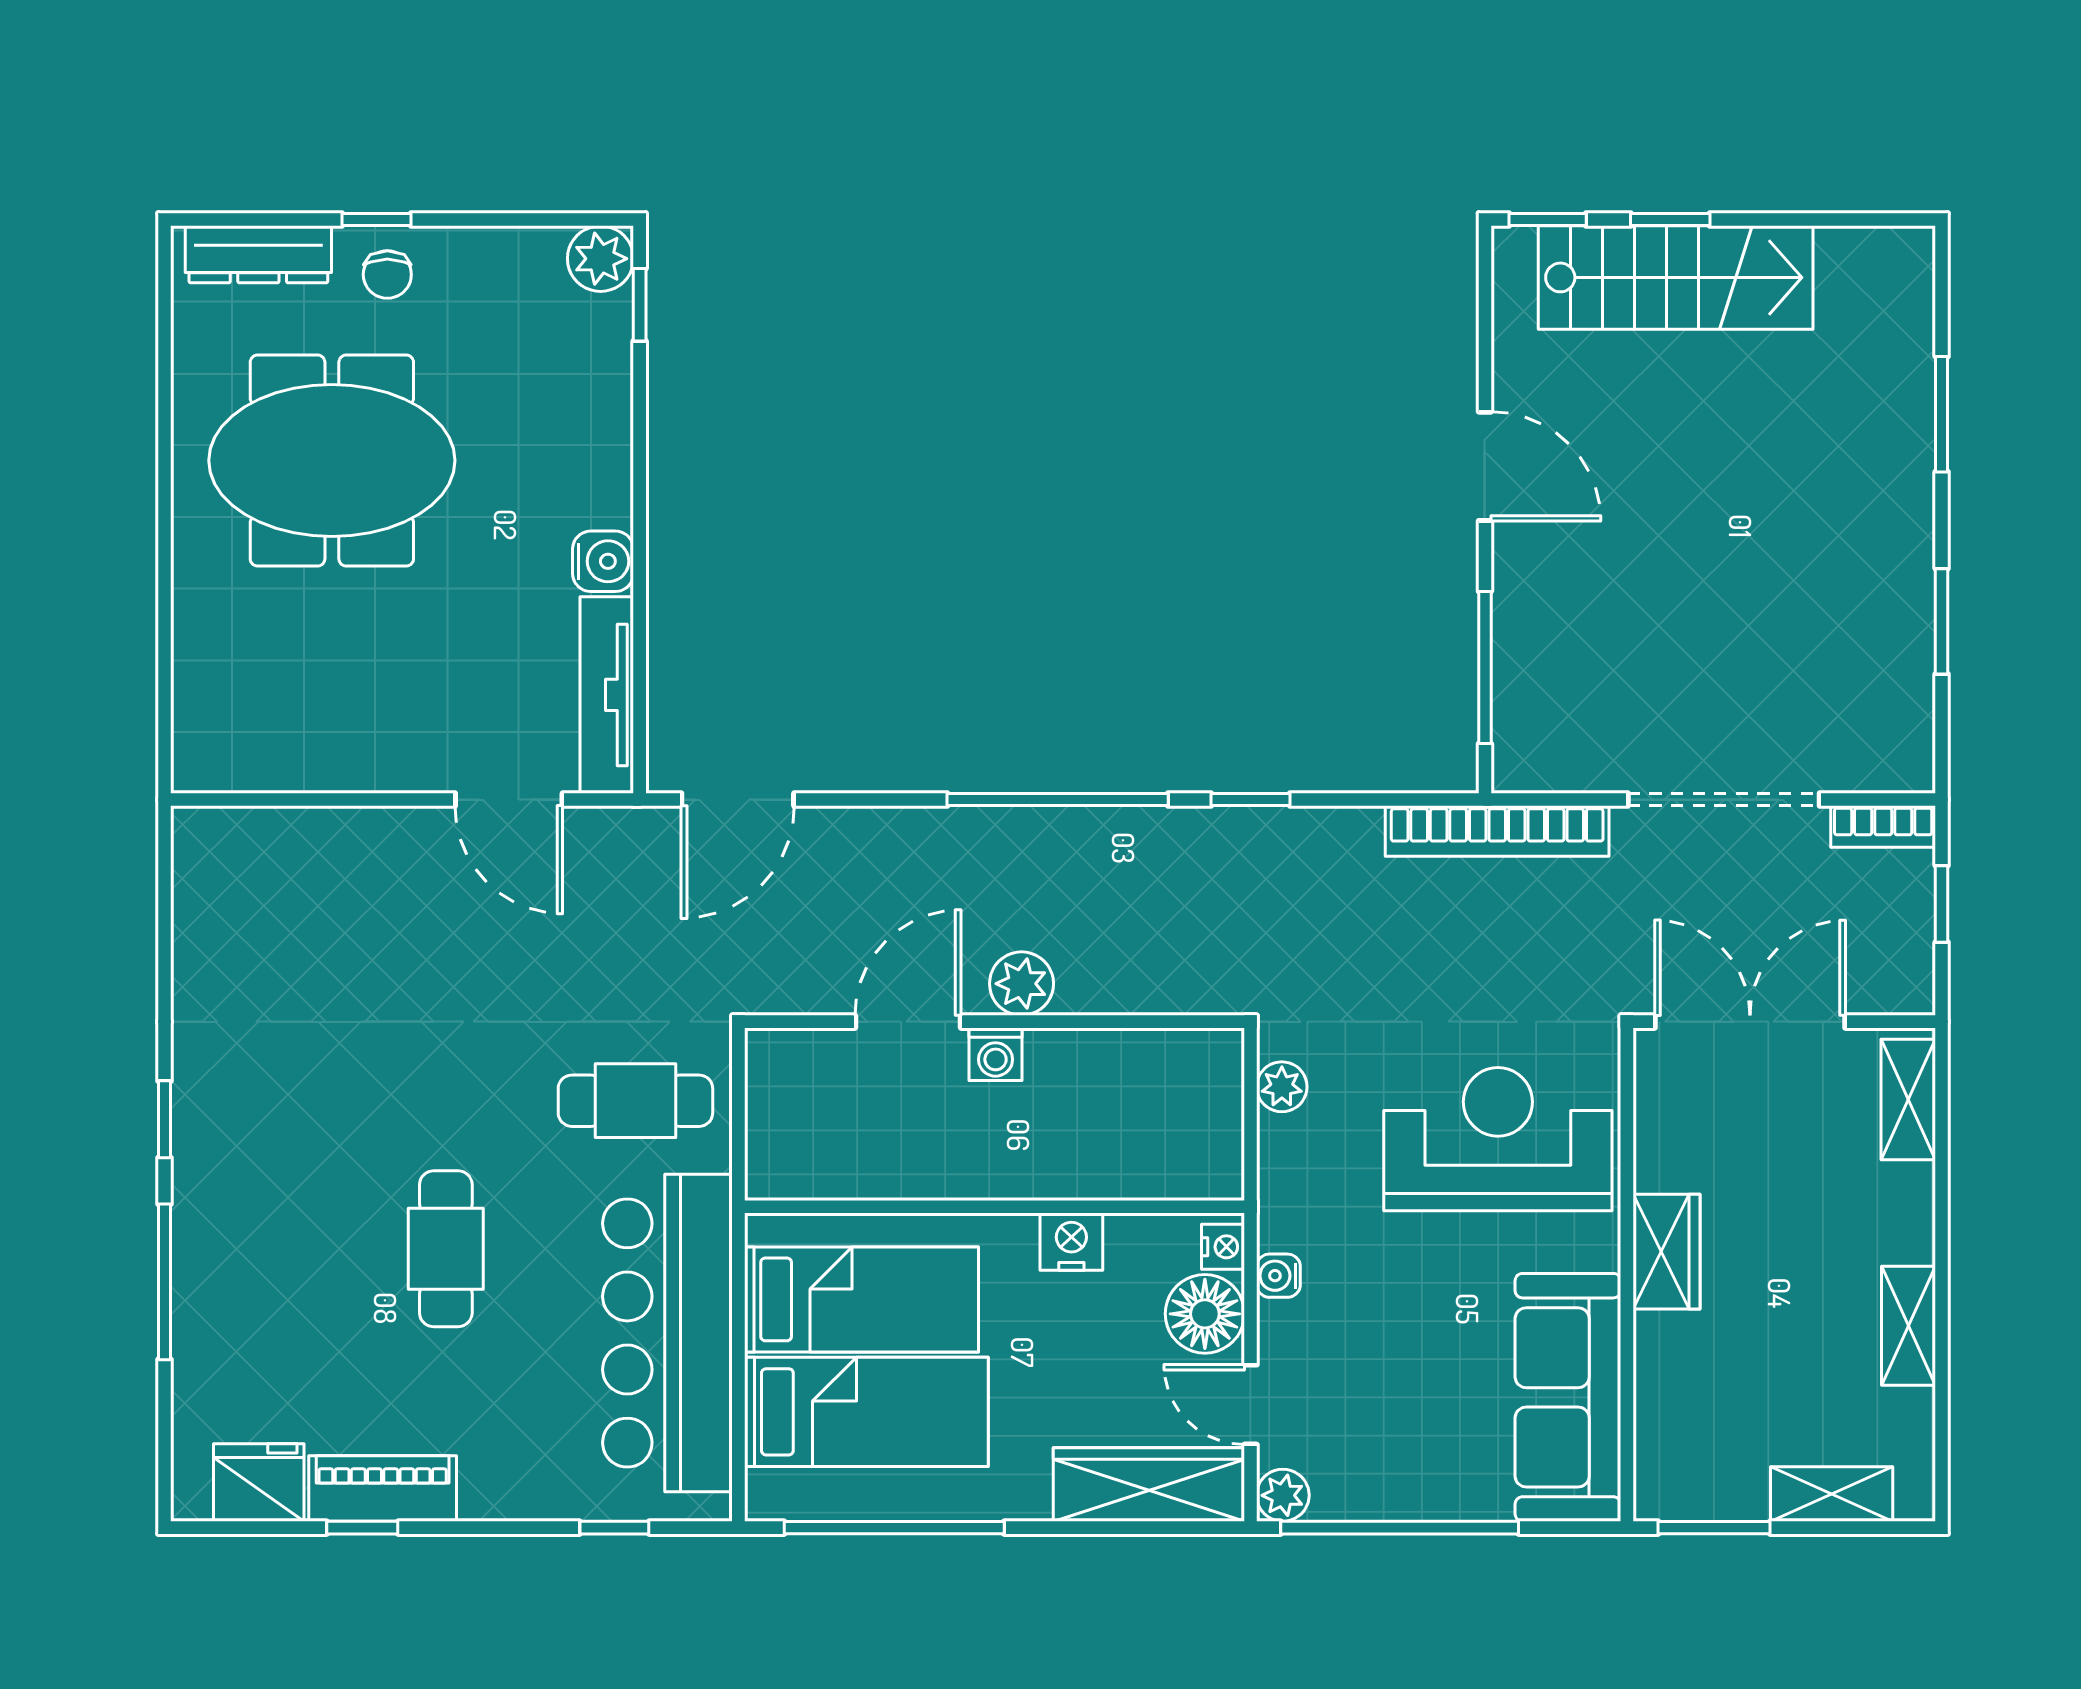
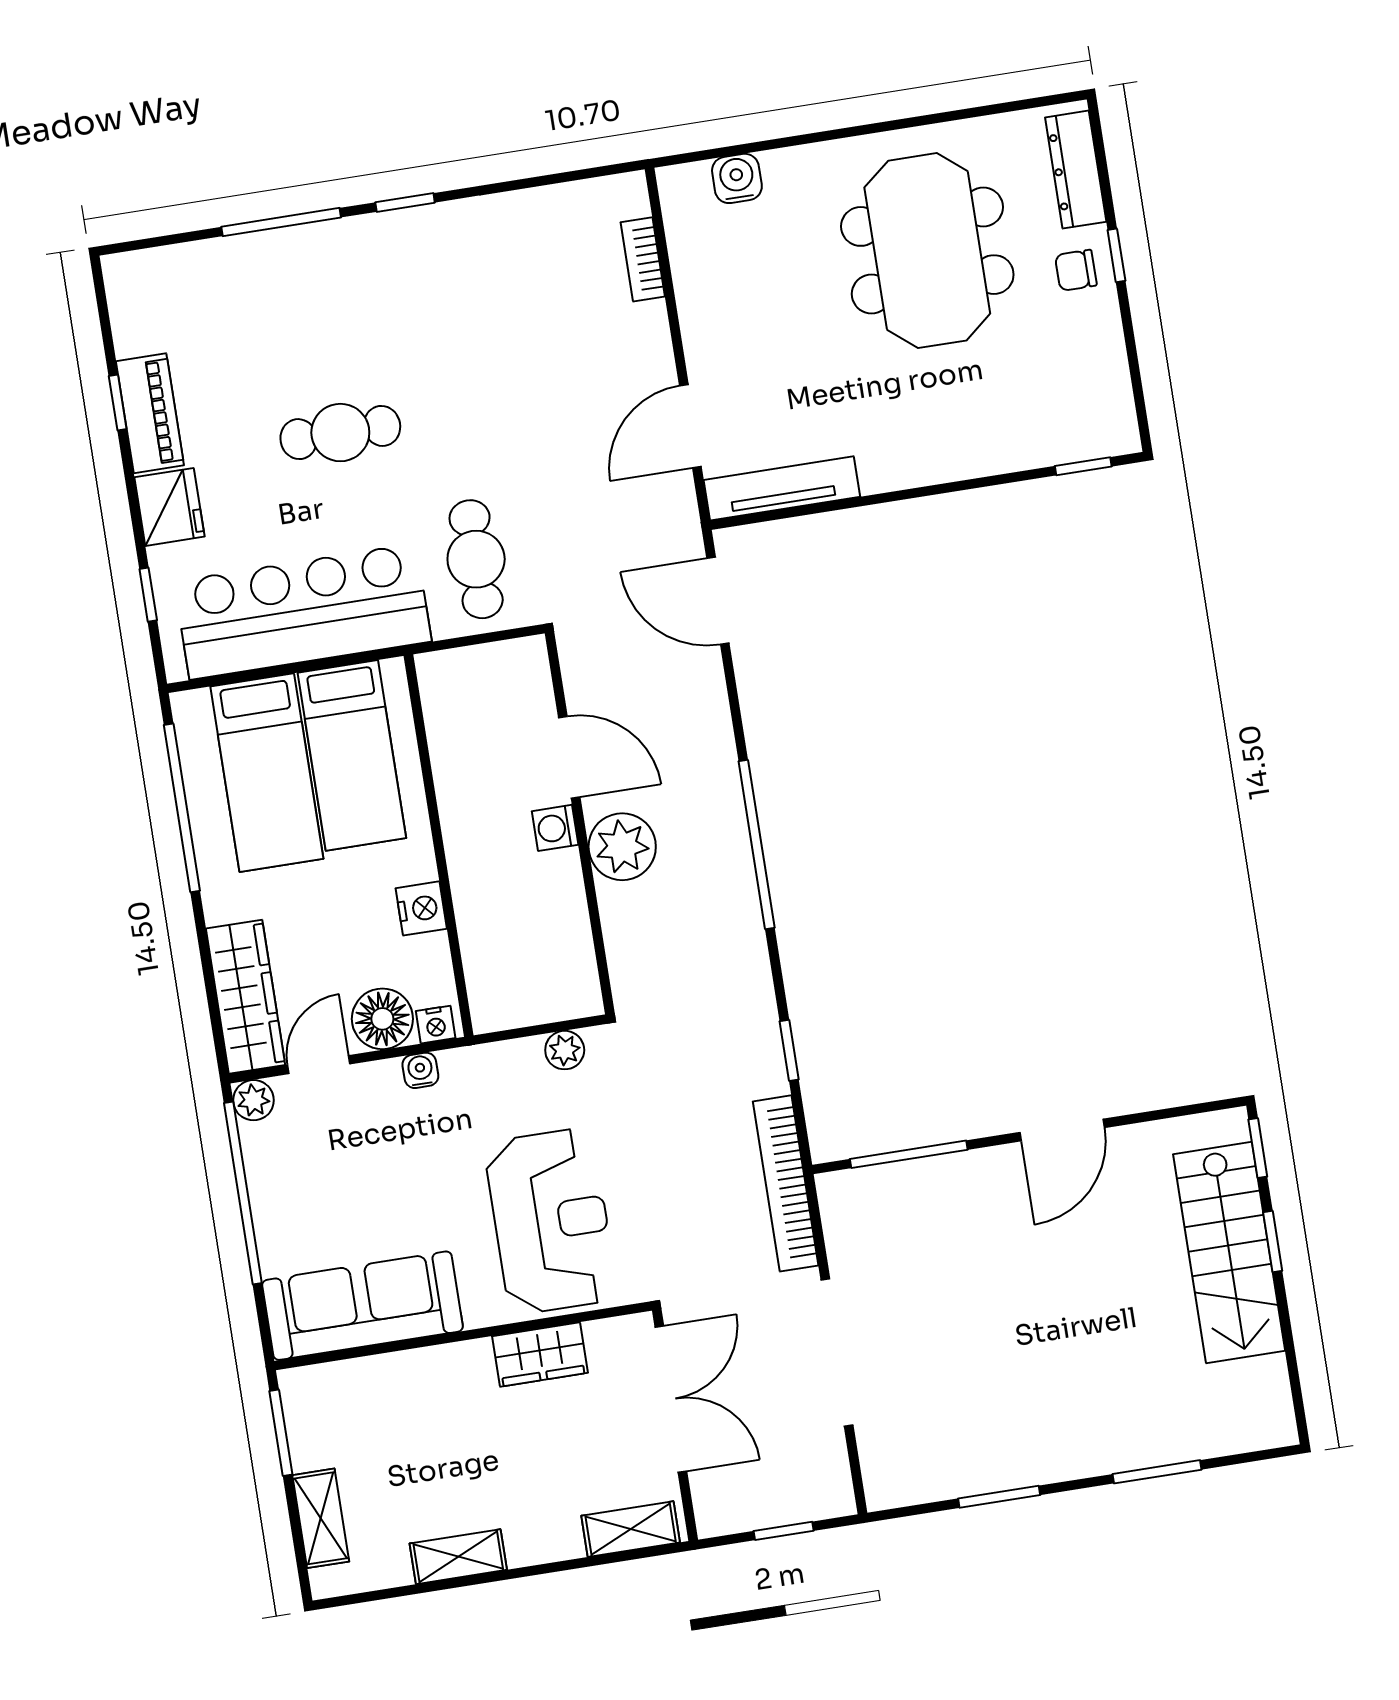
plant: (600, 259) -> (1114, 431), removed
water cooler: (603, 561) -> (737, 178), moved, turned 180
window: (1251, 800) -> (789, 1050), moved
bookcase: (1883, 827) -> (643, 259), moved
plant: (1022, 984) -> (622, 847), width x1.36, depth x1.36
wardrobe: (1666, 1252) -> (540, 1354), moved
fridge: (259, 1483) -> (169, 507), moved

